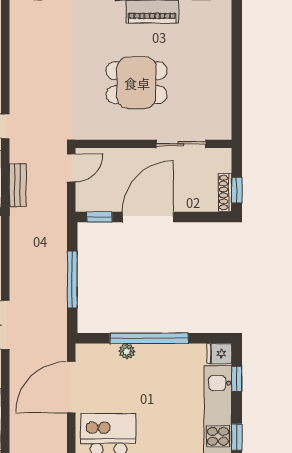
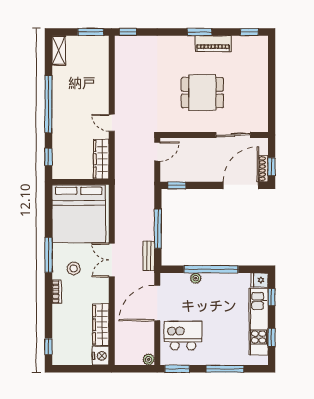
bench: (18, 185) -> (149, 256), moved
door: (148, 217) -> (241, 185), moved

